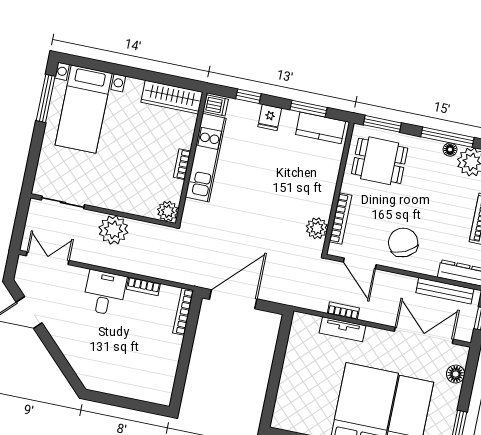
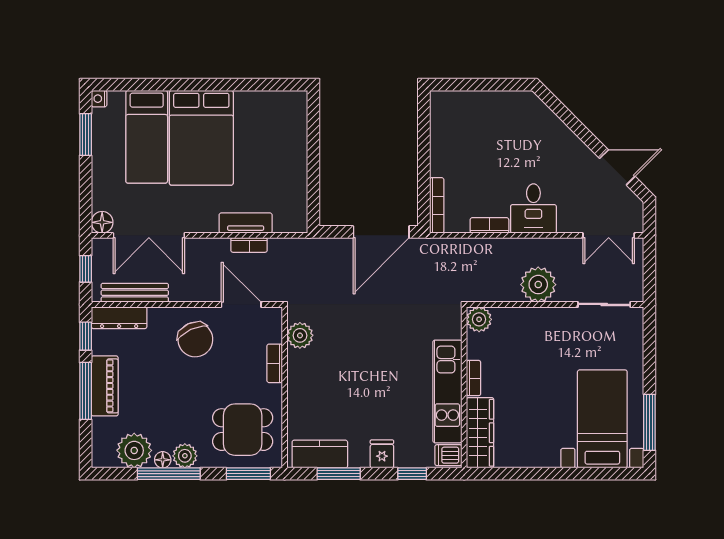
wardrobe: (172, 97) -> (480, 433), moved, turned 90
plant: (431, 149) -> (185, 456), added
bookcase: (340, 218) -> (275, 363), width x0.64
floor lamp: (456, 374) -> (102, 222), moved

